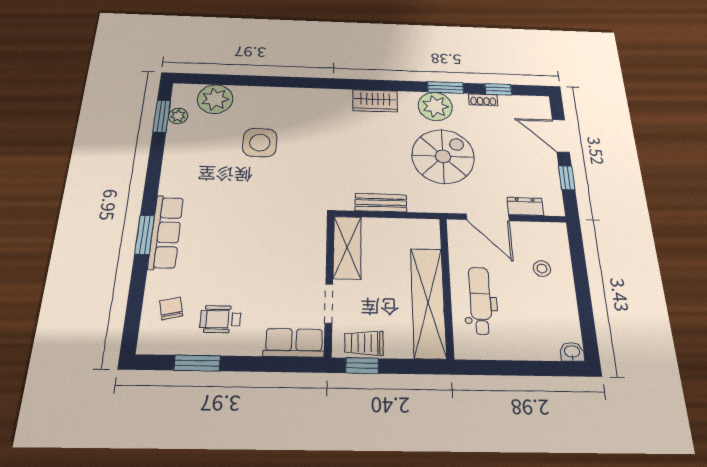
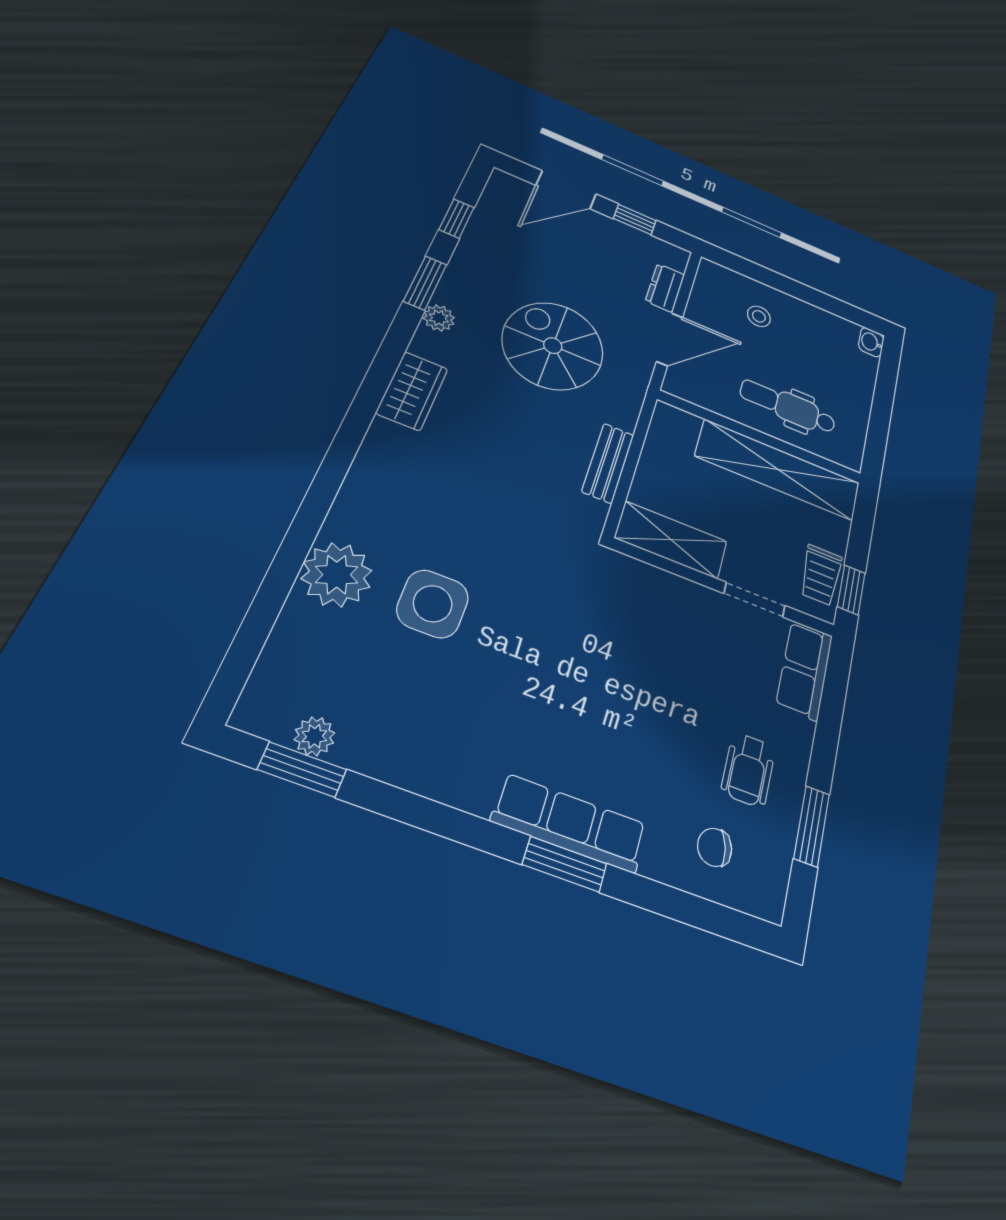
plant: (215, 99) -> (337, 575), moved
shoe rack: (483, 100) -> (468, 247), removed
plant: (435, 106) -> (439, 318), width x0.53, depth x0.53

